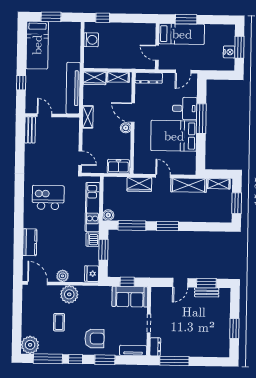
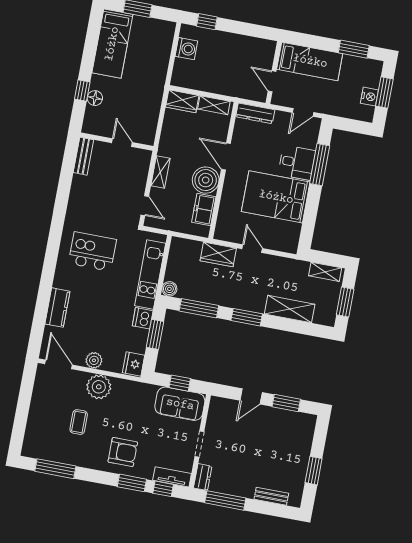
window: (186, 19) -> (354, 49), moved
floor lamp: (31, 87) -> (95, 98), added
tv unit: (73, 88) -> (151, 110), removed
door: (44, 115) -> (122, 143), moved
shelving: (88, 117) -> (160, 172), moved
window: (201, 119) -> (320, 165), moved
boiler: (126, 128) -> (206, 180), width x1.86, depth x1.86
freezer: (118, 166) -> (204, 210), moved, turned -90
shelving: (189, 185) -> (290, 309), moved
bench: (207, 292) -> (271, 496), moved
plant: (30, 345) -> (34, 446), removed
window: (76, 359) -> (163, 489), moved

